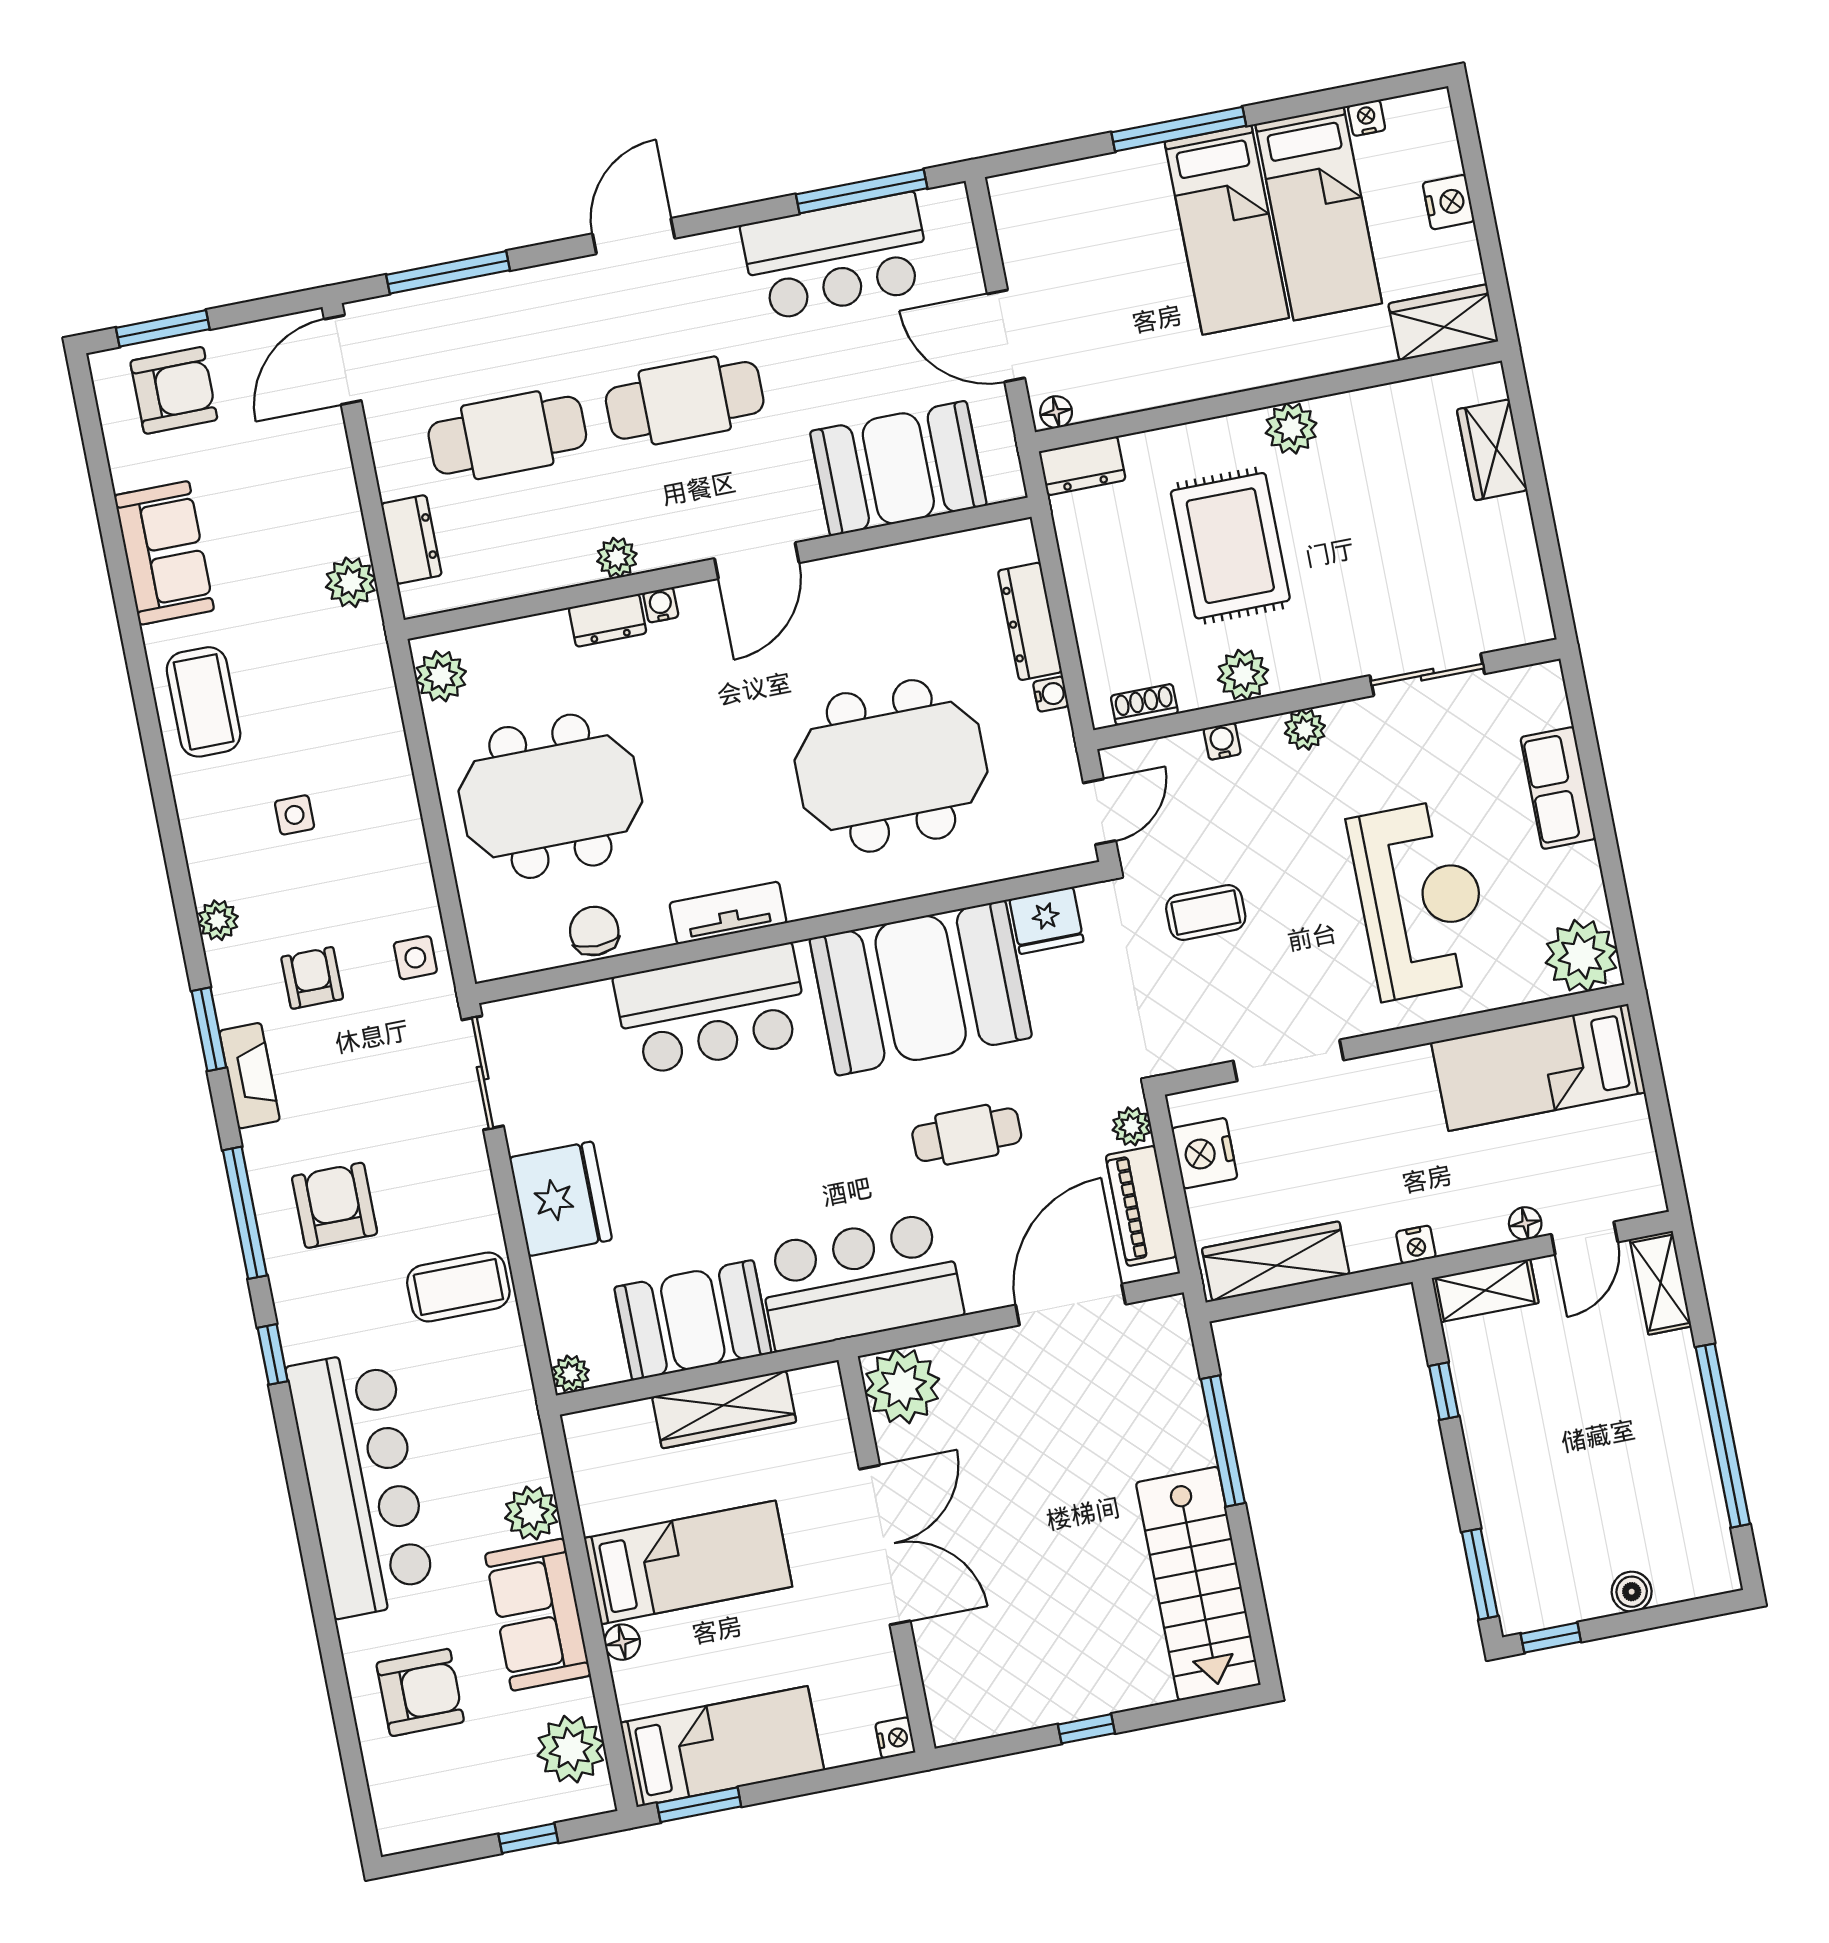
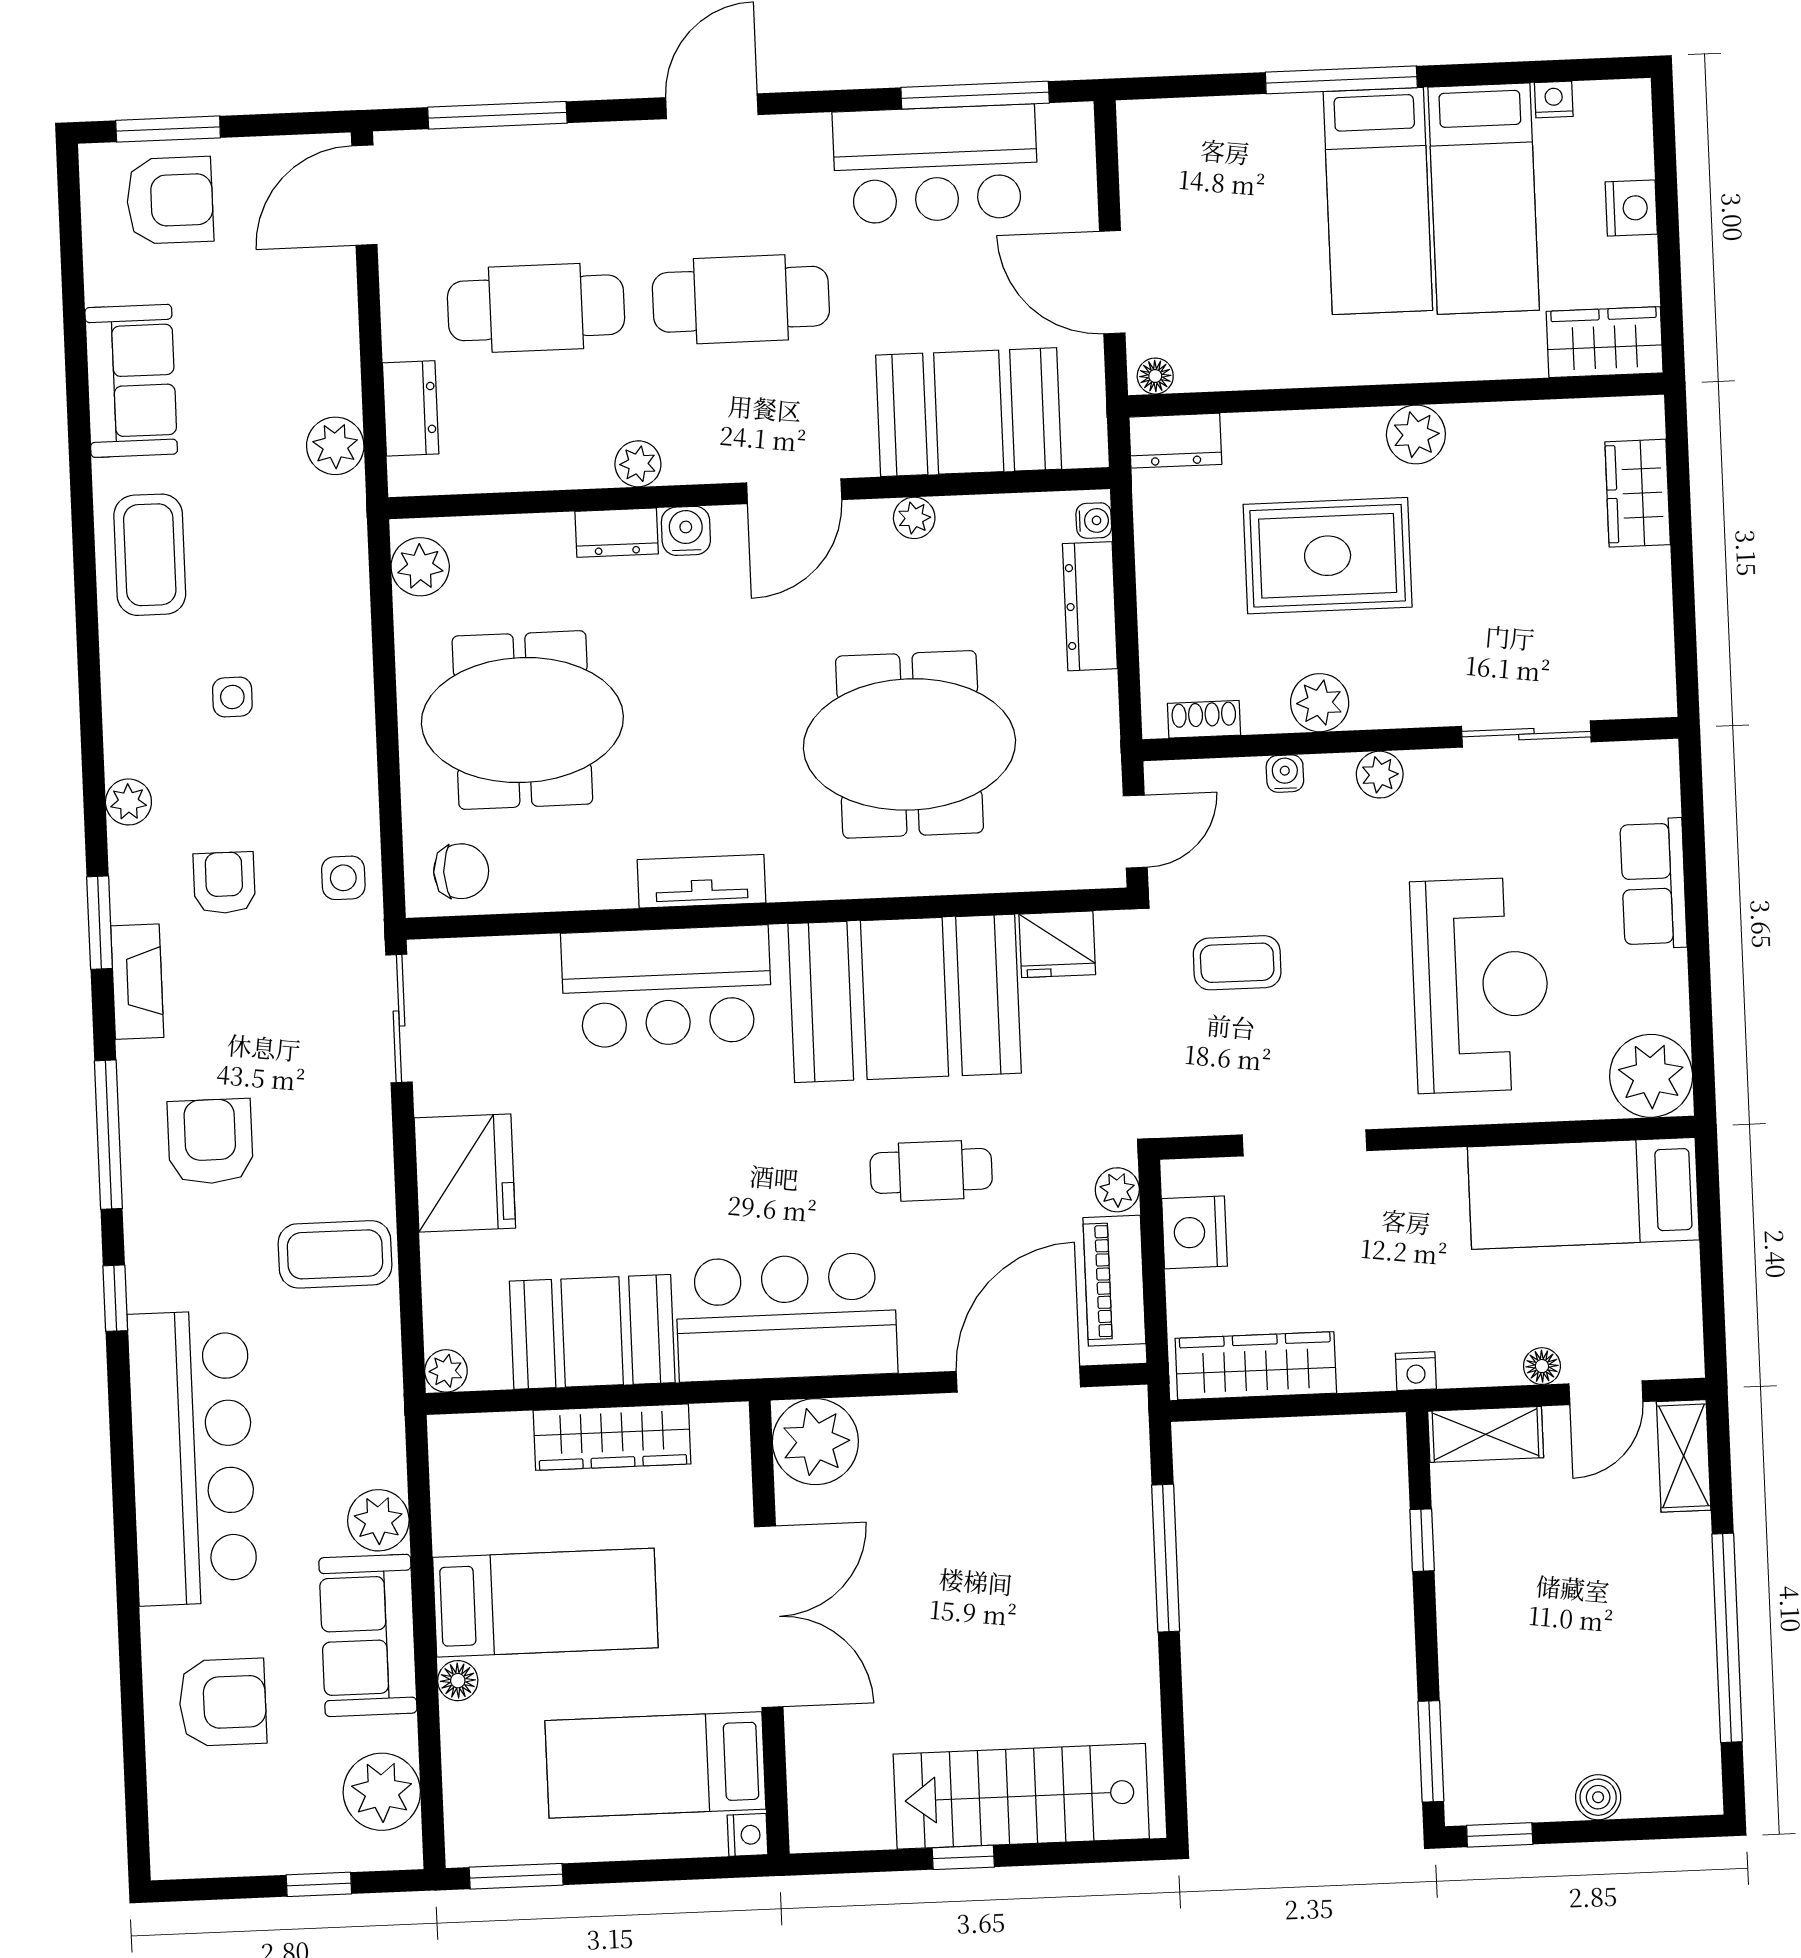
rug: (1230, 546) -> (1328, 556), turned 90
plant: (865, 568) -> (914, 518), added
water cooler: (661, 605) -> (686, 531), width x1.38, depth x1.38
water cooler: (1051, 694) -> (1094, 521), moved
chair: (594, 931) -> (461, 871), moved, turned 90
stairs: (1198, 1584) -> (1021, 1796), moved, turned 90
bed: (722, 1747) -> (655, 1765), moved, turned 180

